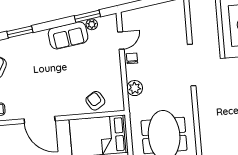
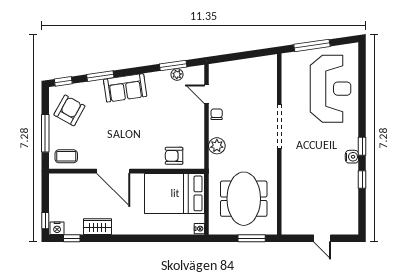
sofa: (68, 35) -> (125, 88), moved
door: (121, 40) -> (206, 94), swing flipped
armchair: (95, 101) -> (174, 156), turned -57

